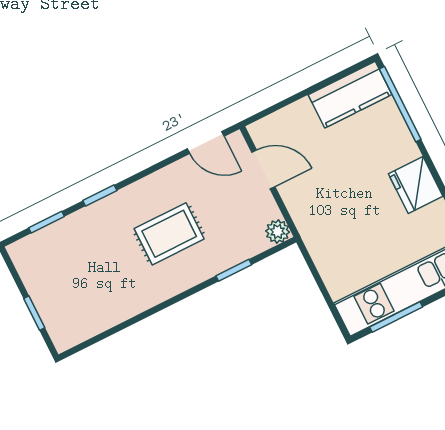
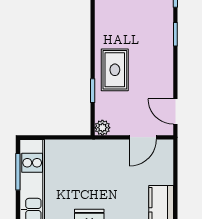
door: (206, 142) -> (175, 112), hinge flipped
rug: (169, 234) -> (115, 70), moved

